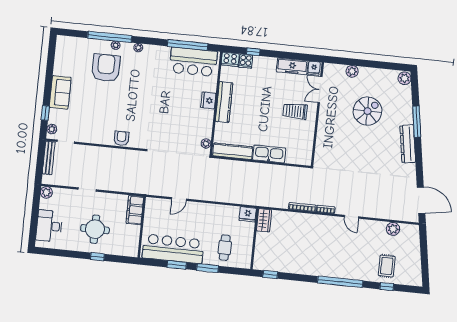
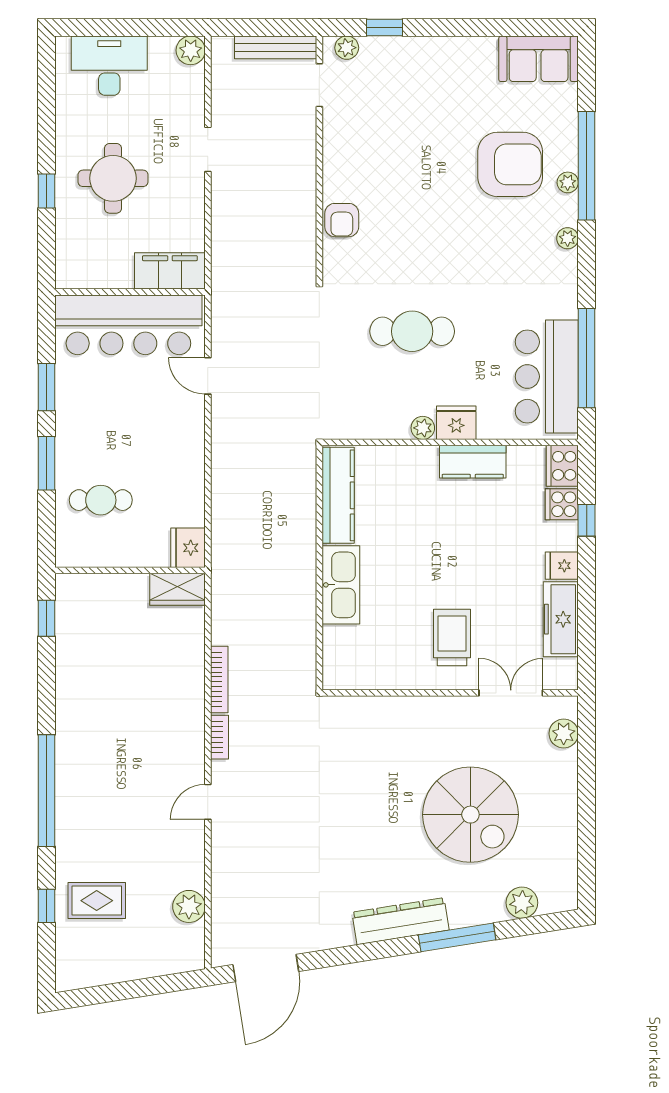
fridge: (314, 68) -> (562, 566), moved
plant: (352, 71) -> (564, 733), moved
plant: (405, 78) -> (522, 903), moved
sofa: (60, 92) -> (539, 59), moved
kitchen counter: (224, 102) -> (473, 462), width x0.67
spiral stairs: (368, 111) -> (470, 815), width x1.37, depth x1.37
cafe table: (169, 114) -> (412, 331), added
armchair: (121, 138) -> (342, 220), turned 90
plant: (206, 143) -> (423, 428), moved
bar counter: (173, 249) -> (128, 325), moved, turned 90

